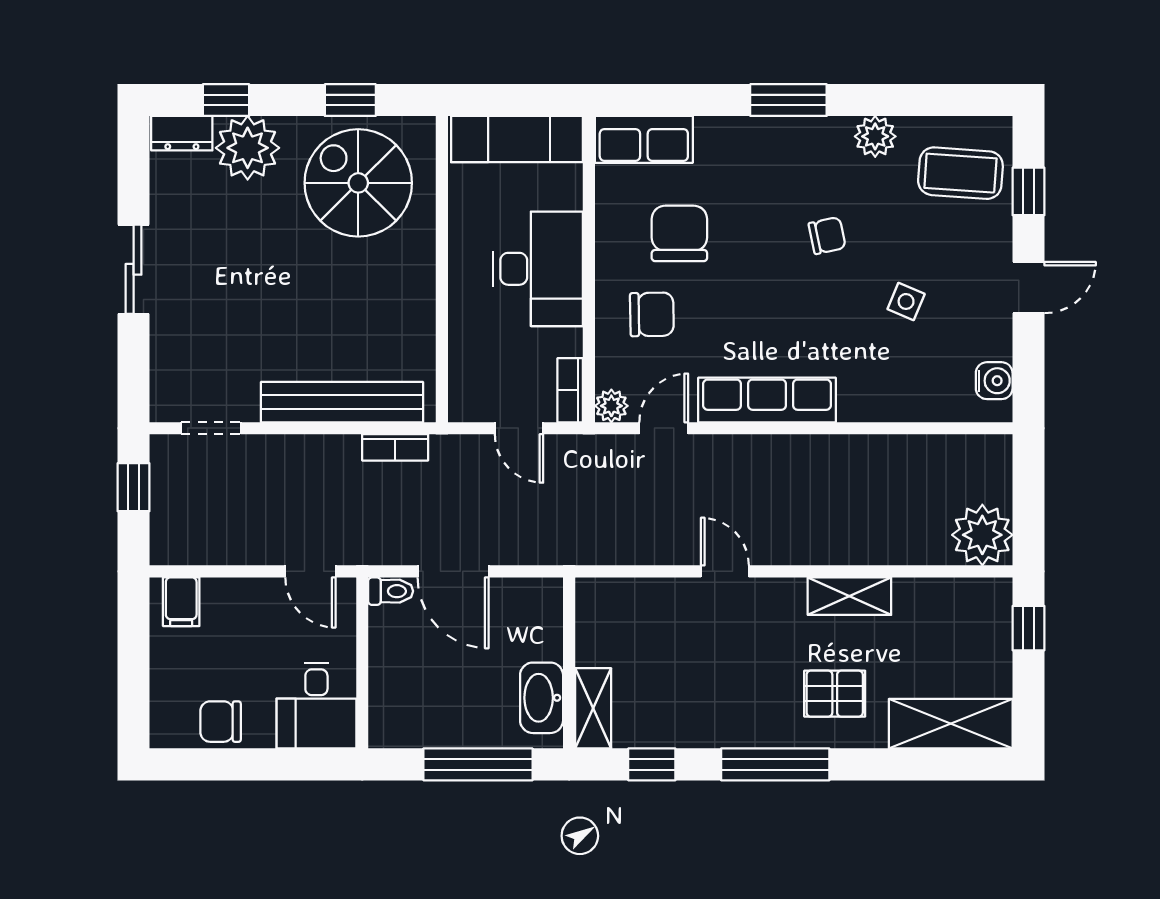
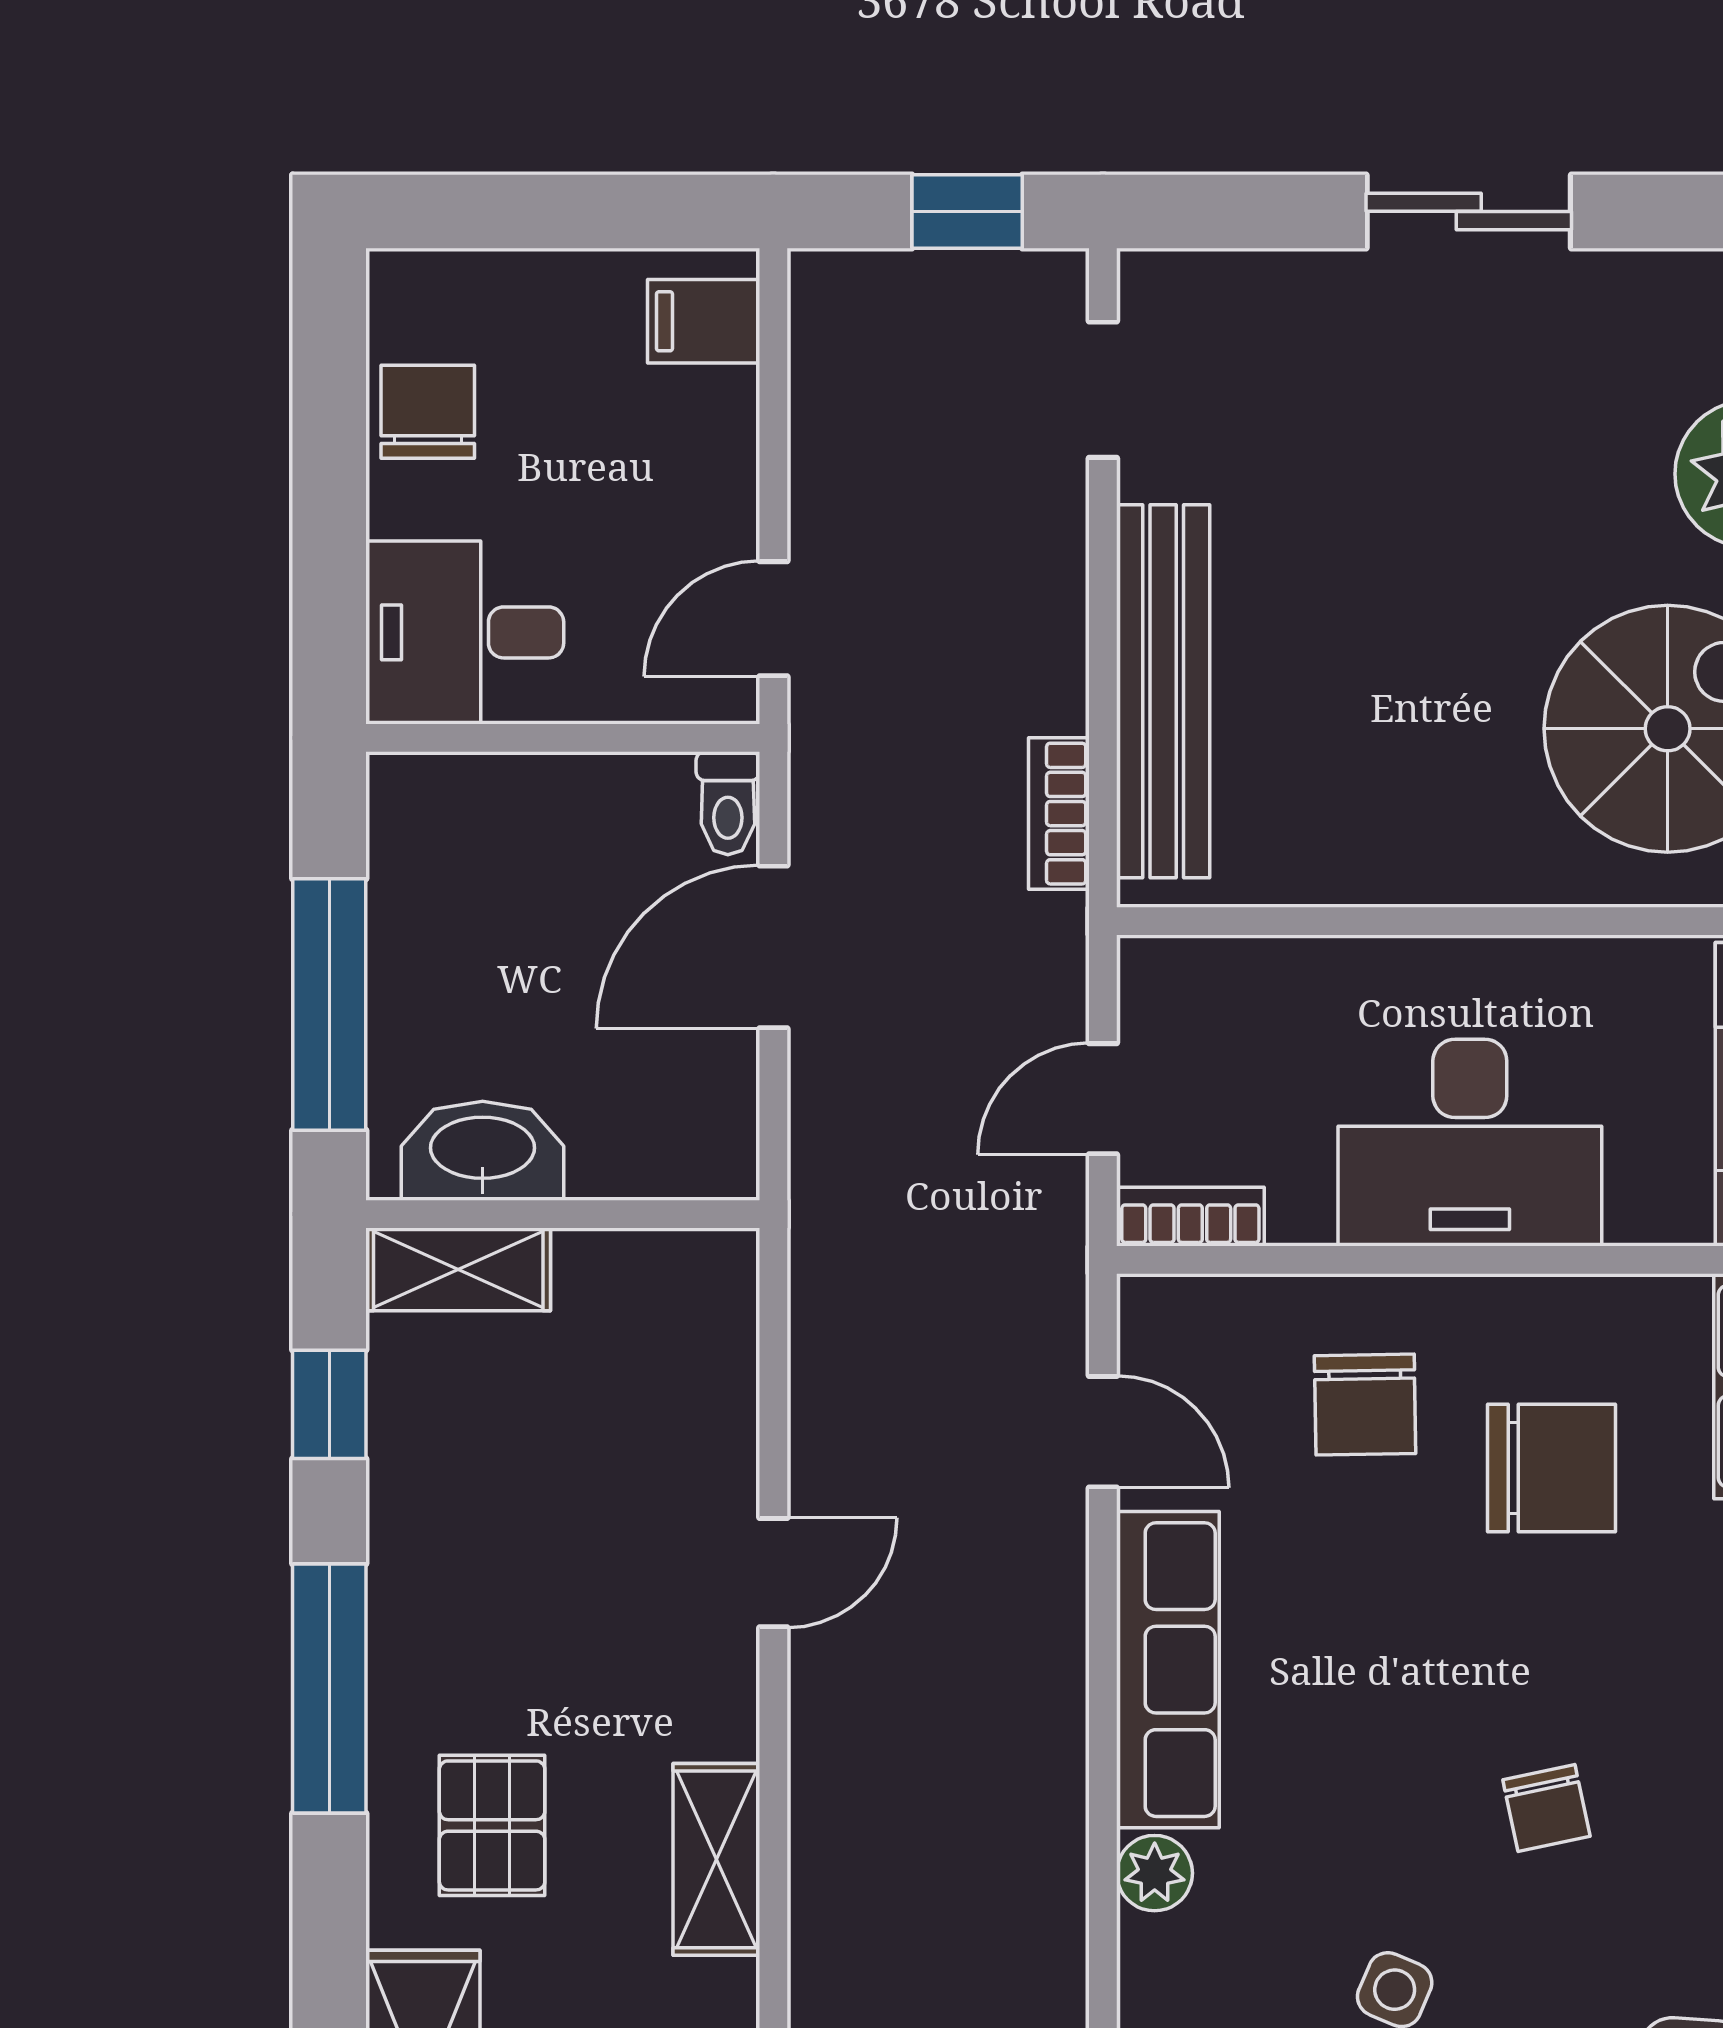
plant: (611, 406) -> (1155, 1873), moved

